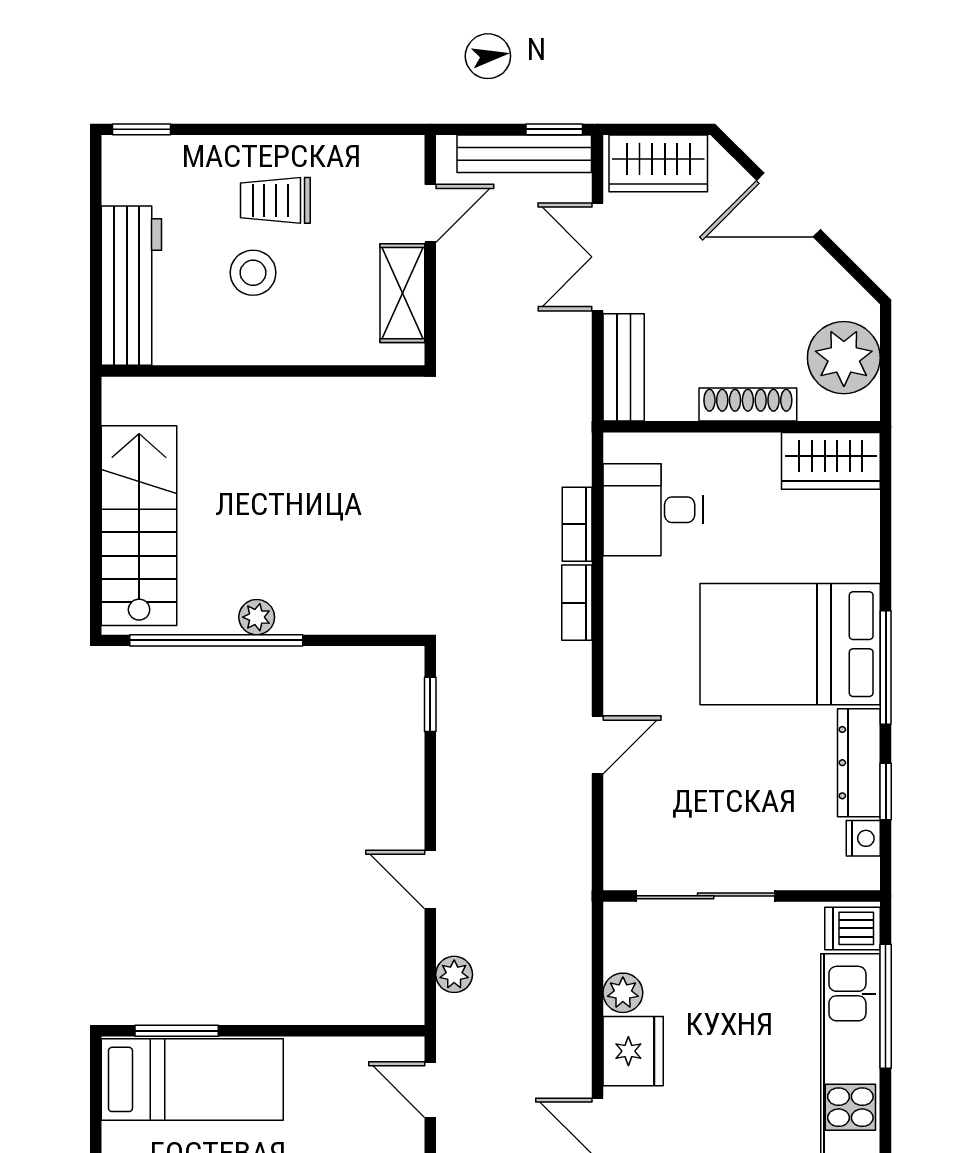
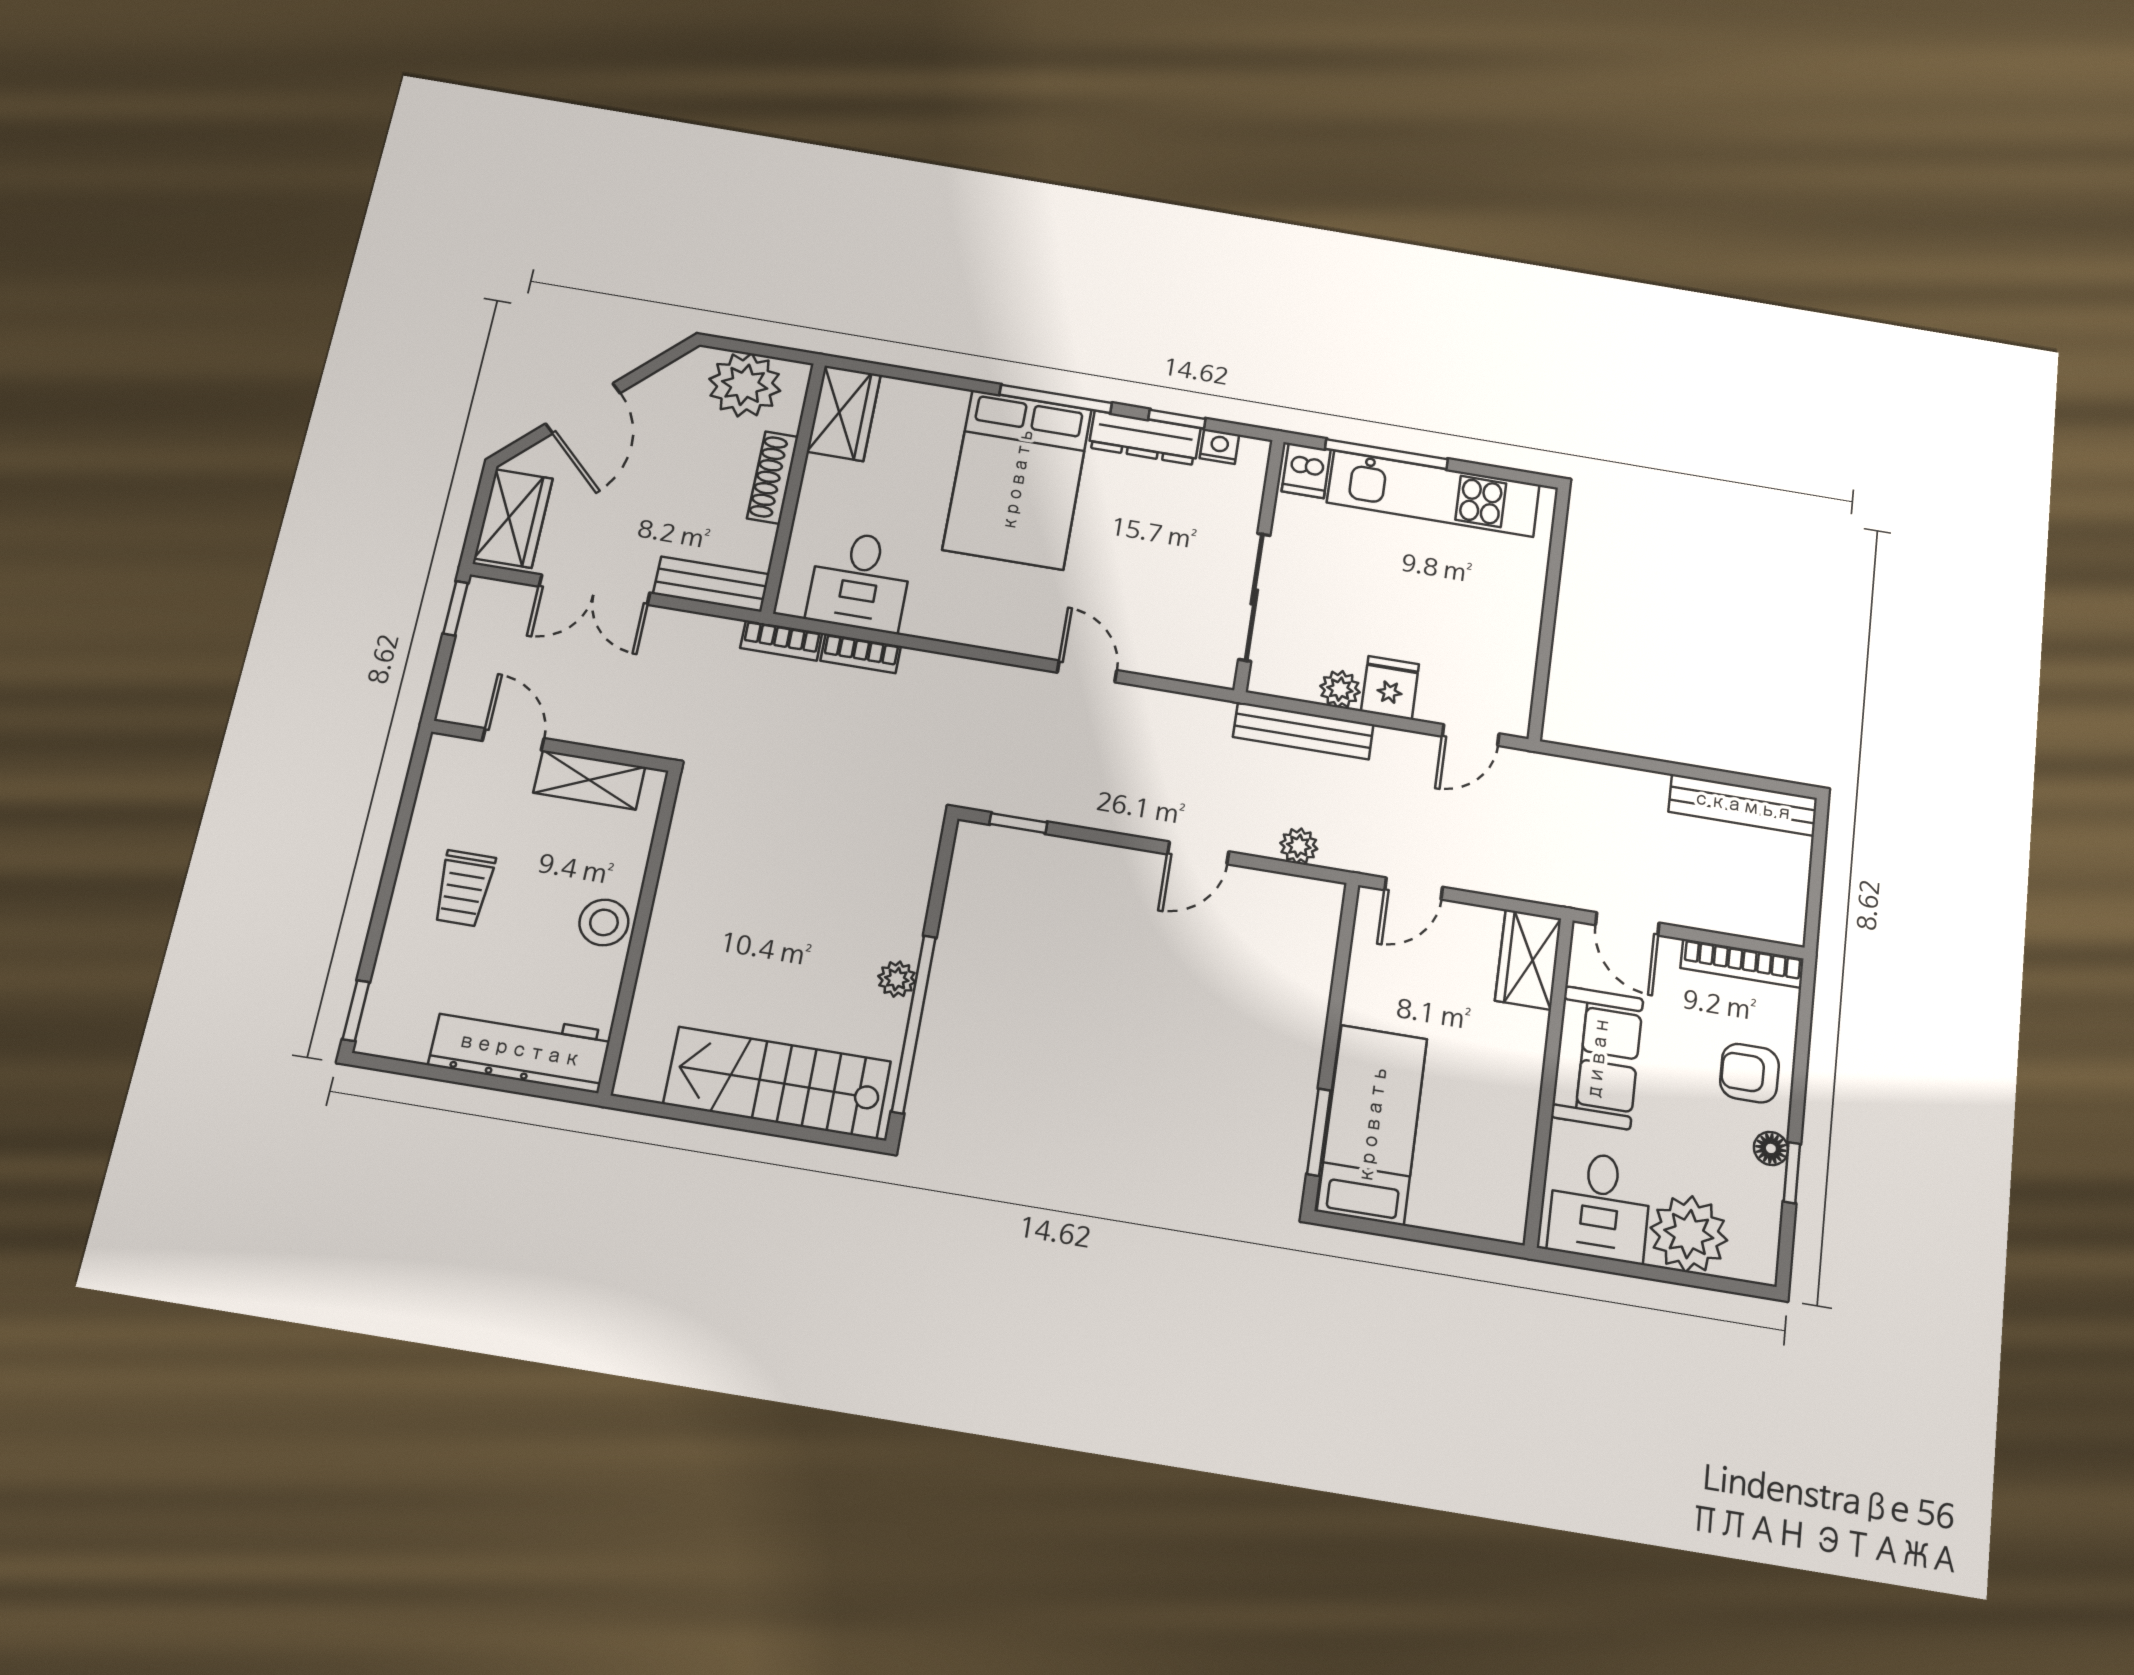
bench: (524, 154) -> (1303, 731), moved, turned 90
stool: (253, 273) -> (604, 922), moved
bookcase: (577, 603) -> (781, 640), moved
fridge: (633, 1051) -> (1390, 688), width x0.72

